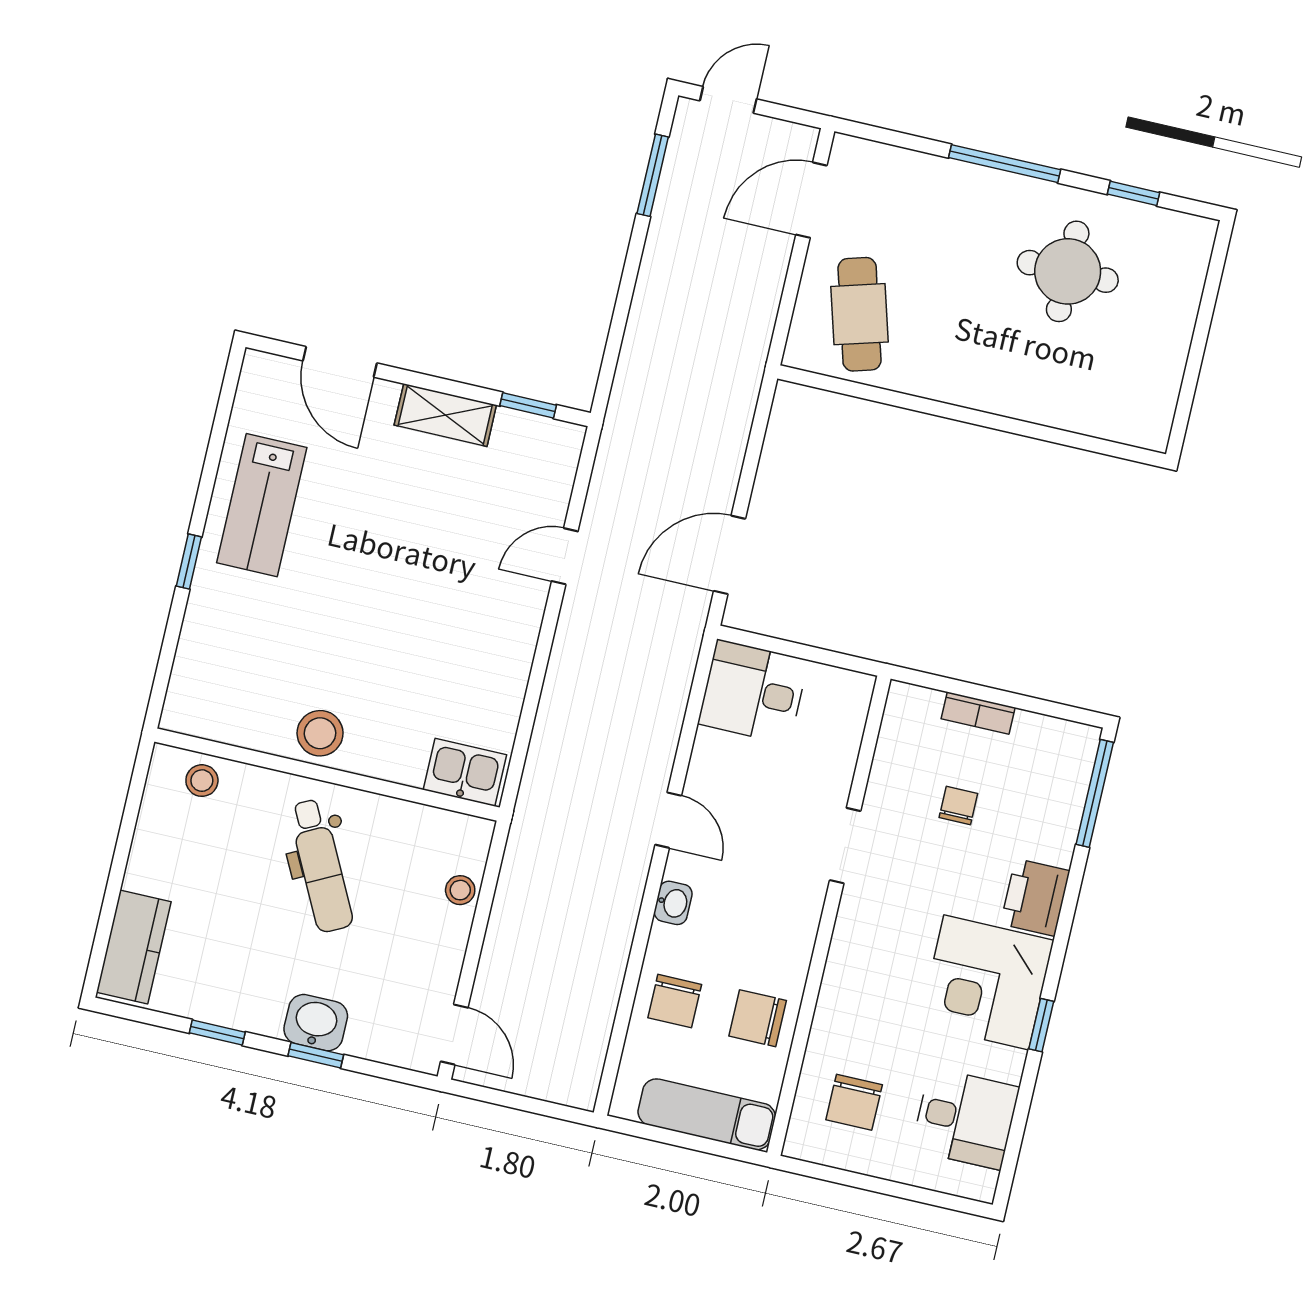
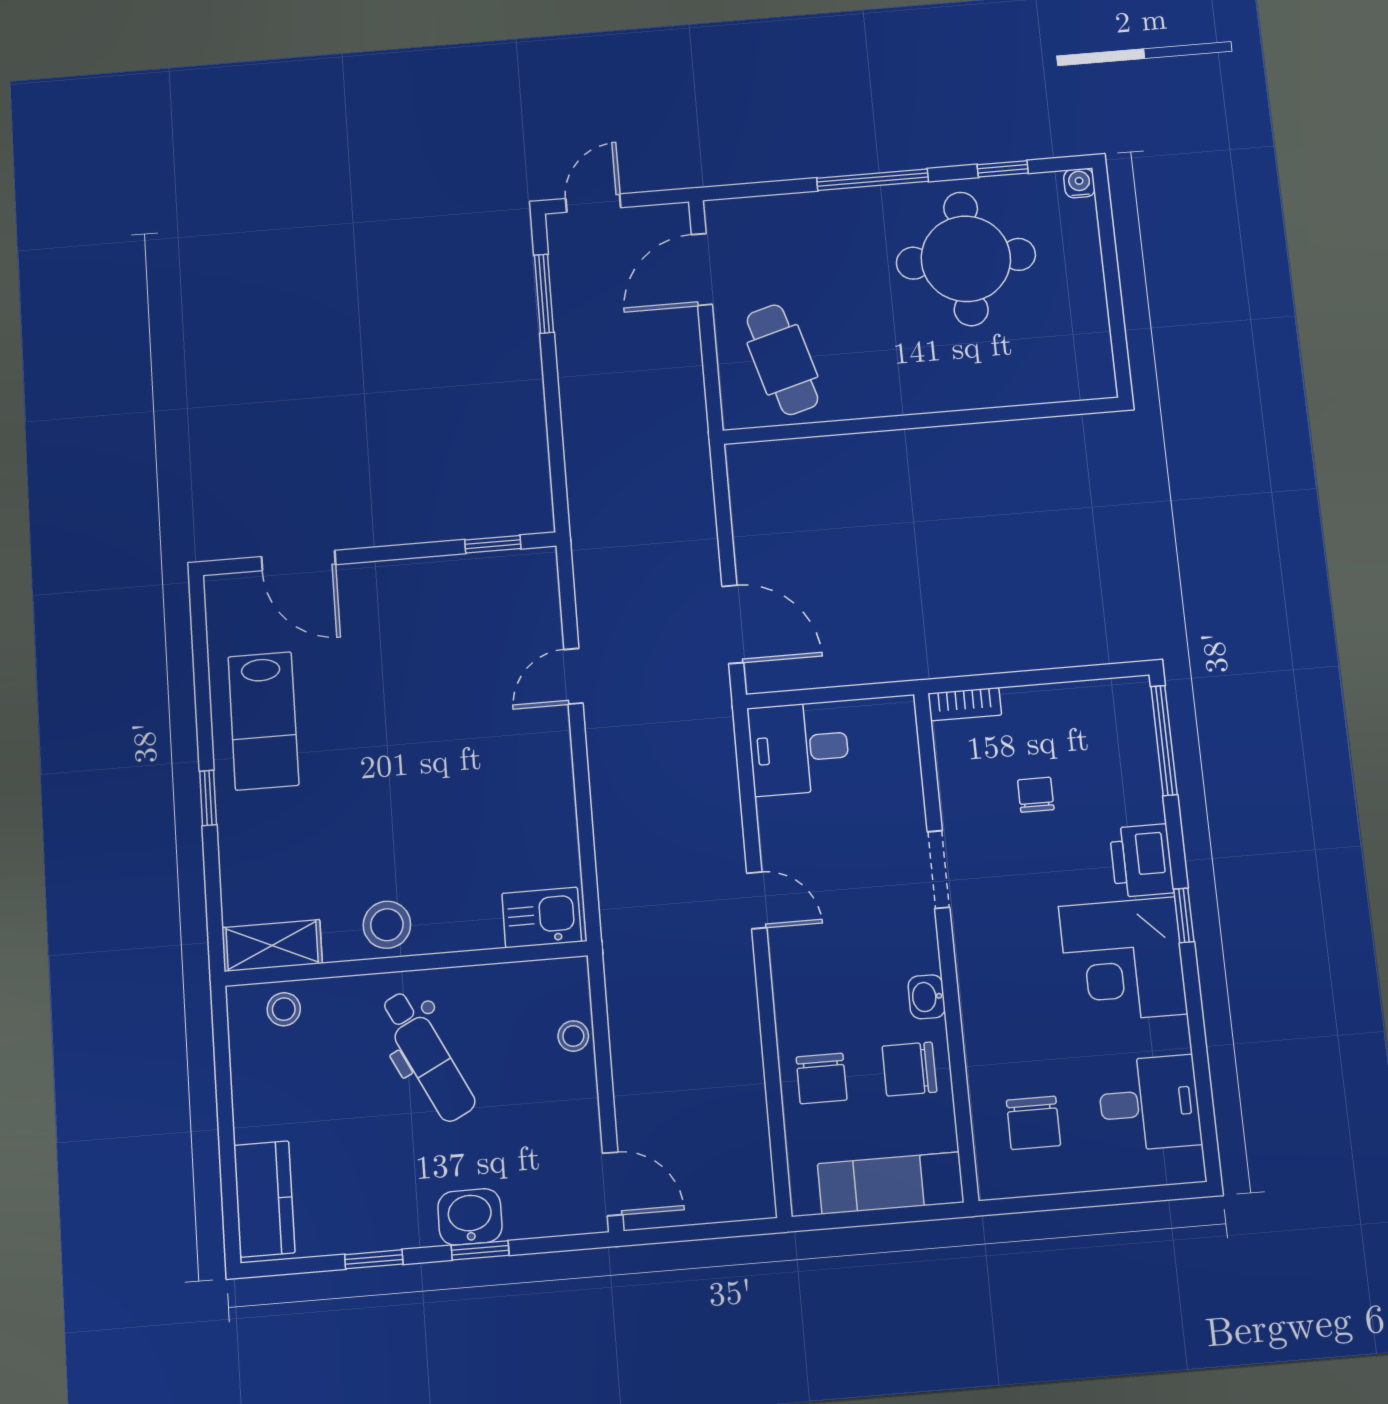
water cooler: (1202, 232) -> (1079, 183), added
round table: (1068, 271) -> (966, 259), width x1.36, depth x1.36
shelving: (445, 415) -> (272, 946), moved
door: (729, 555) -> (733, 624), swing flipped
bookcase: (978, 713) -> (965, 704), moved
washbasin: (673, 903) -> (927, 997), moved, turned 180
window: (1041, 1025) -> (1184, 915), moved

